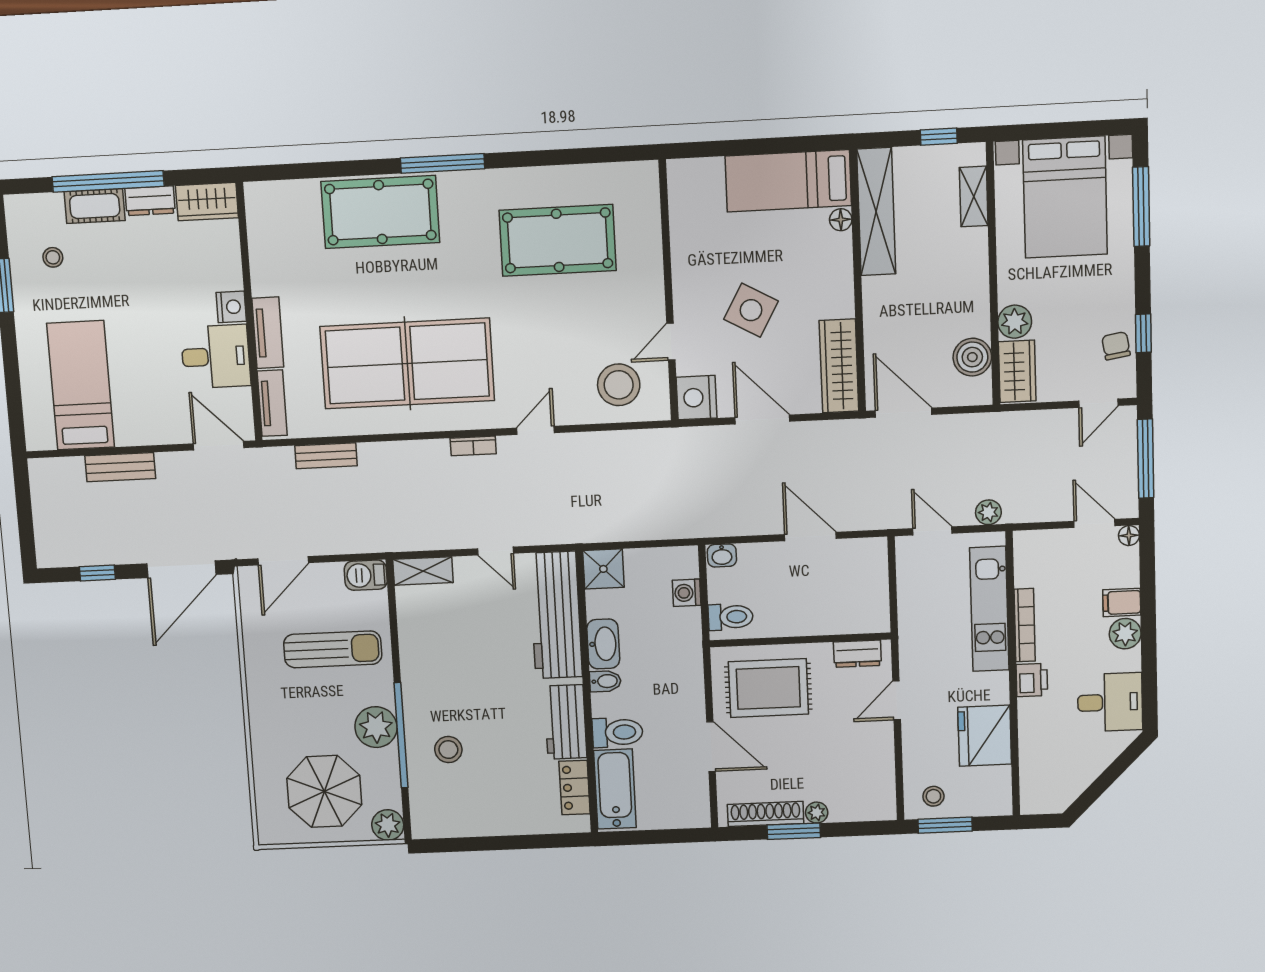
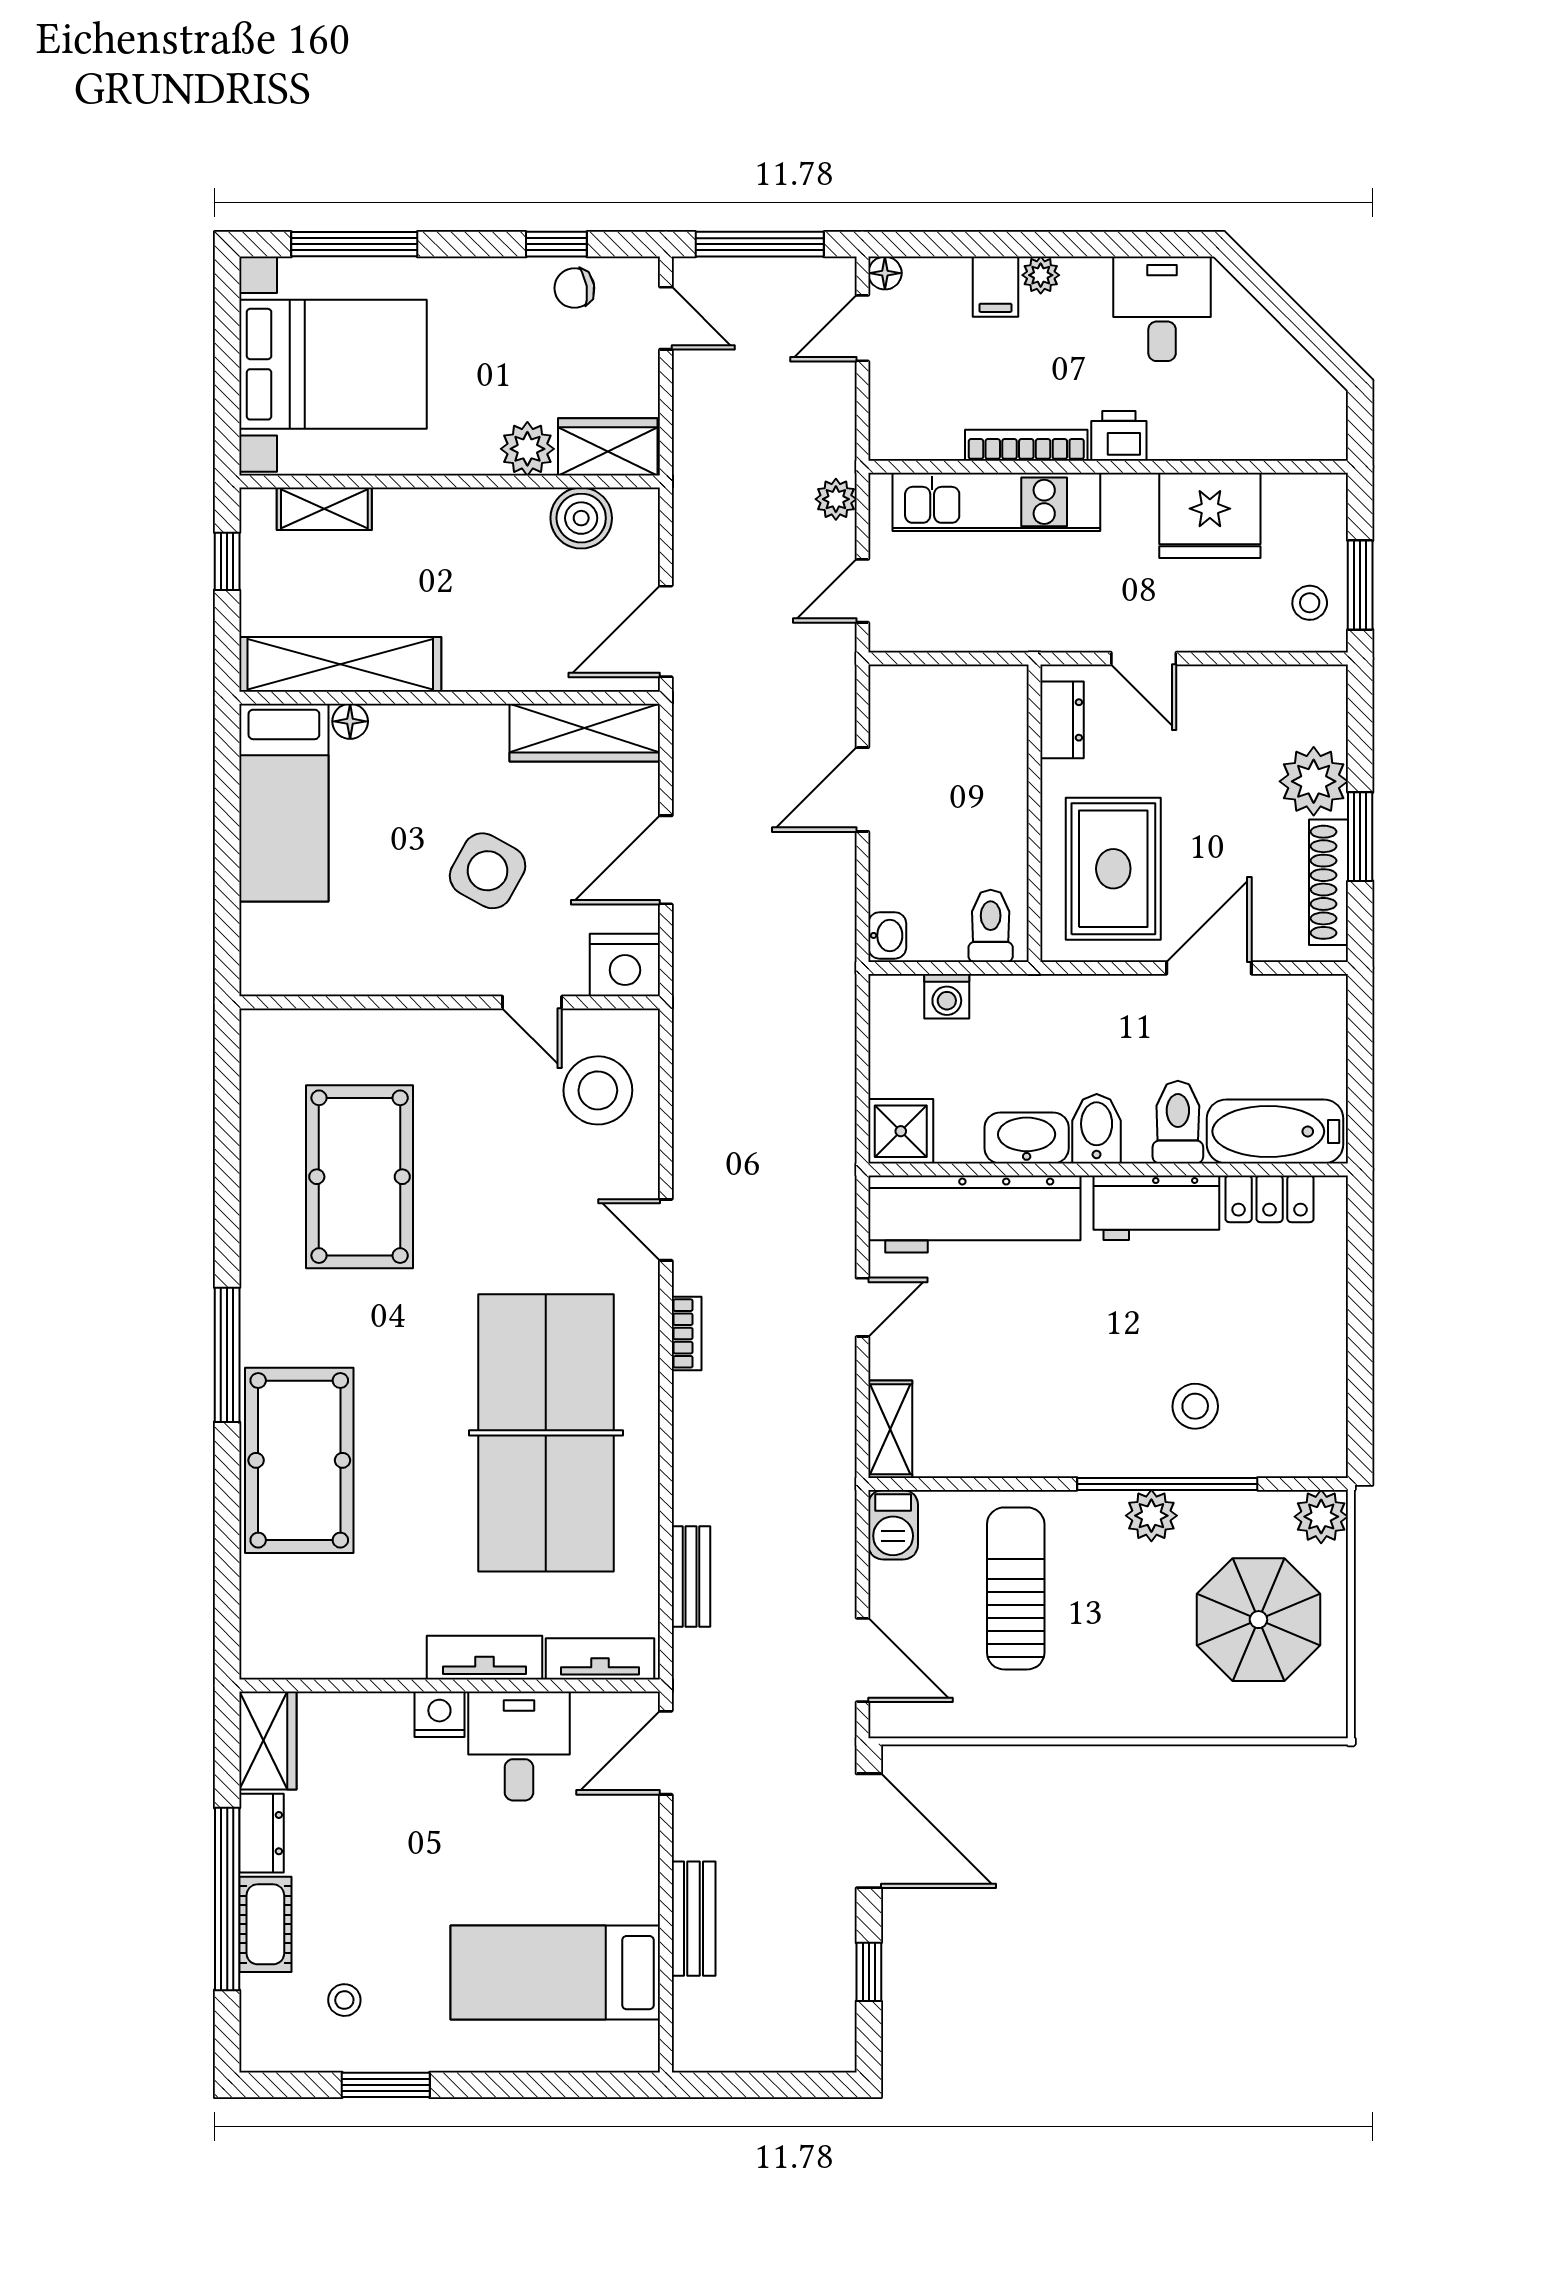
plant: (1125, 634) -> (1041, 275), width x0.73, depth x0.73
bidet: (605, 681) -> (1097, 1129), width x1.38, depth x1.36
plant: (376, 727) -> (1151, 1516), width x0.73, depth x0.73
plant: (817, 813) -> (1314, 781), width x1.88, depth x1.88

